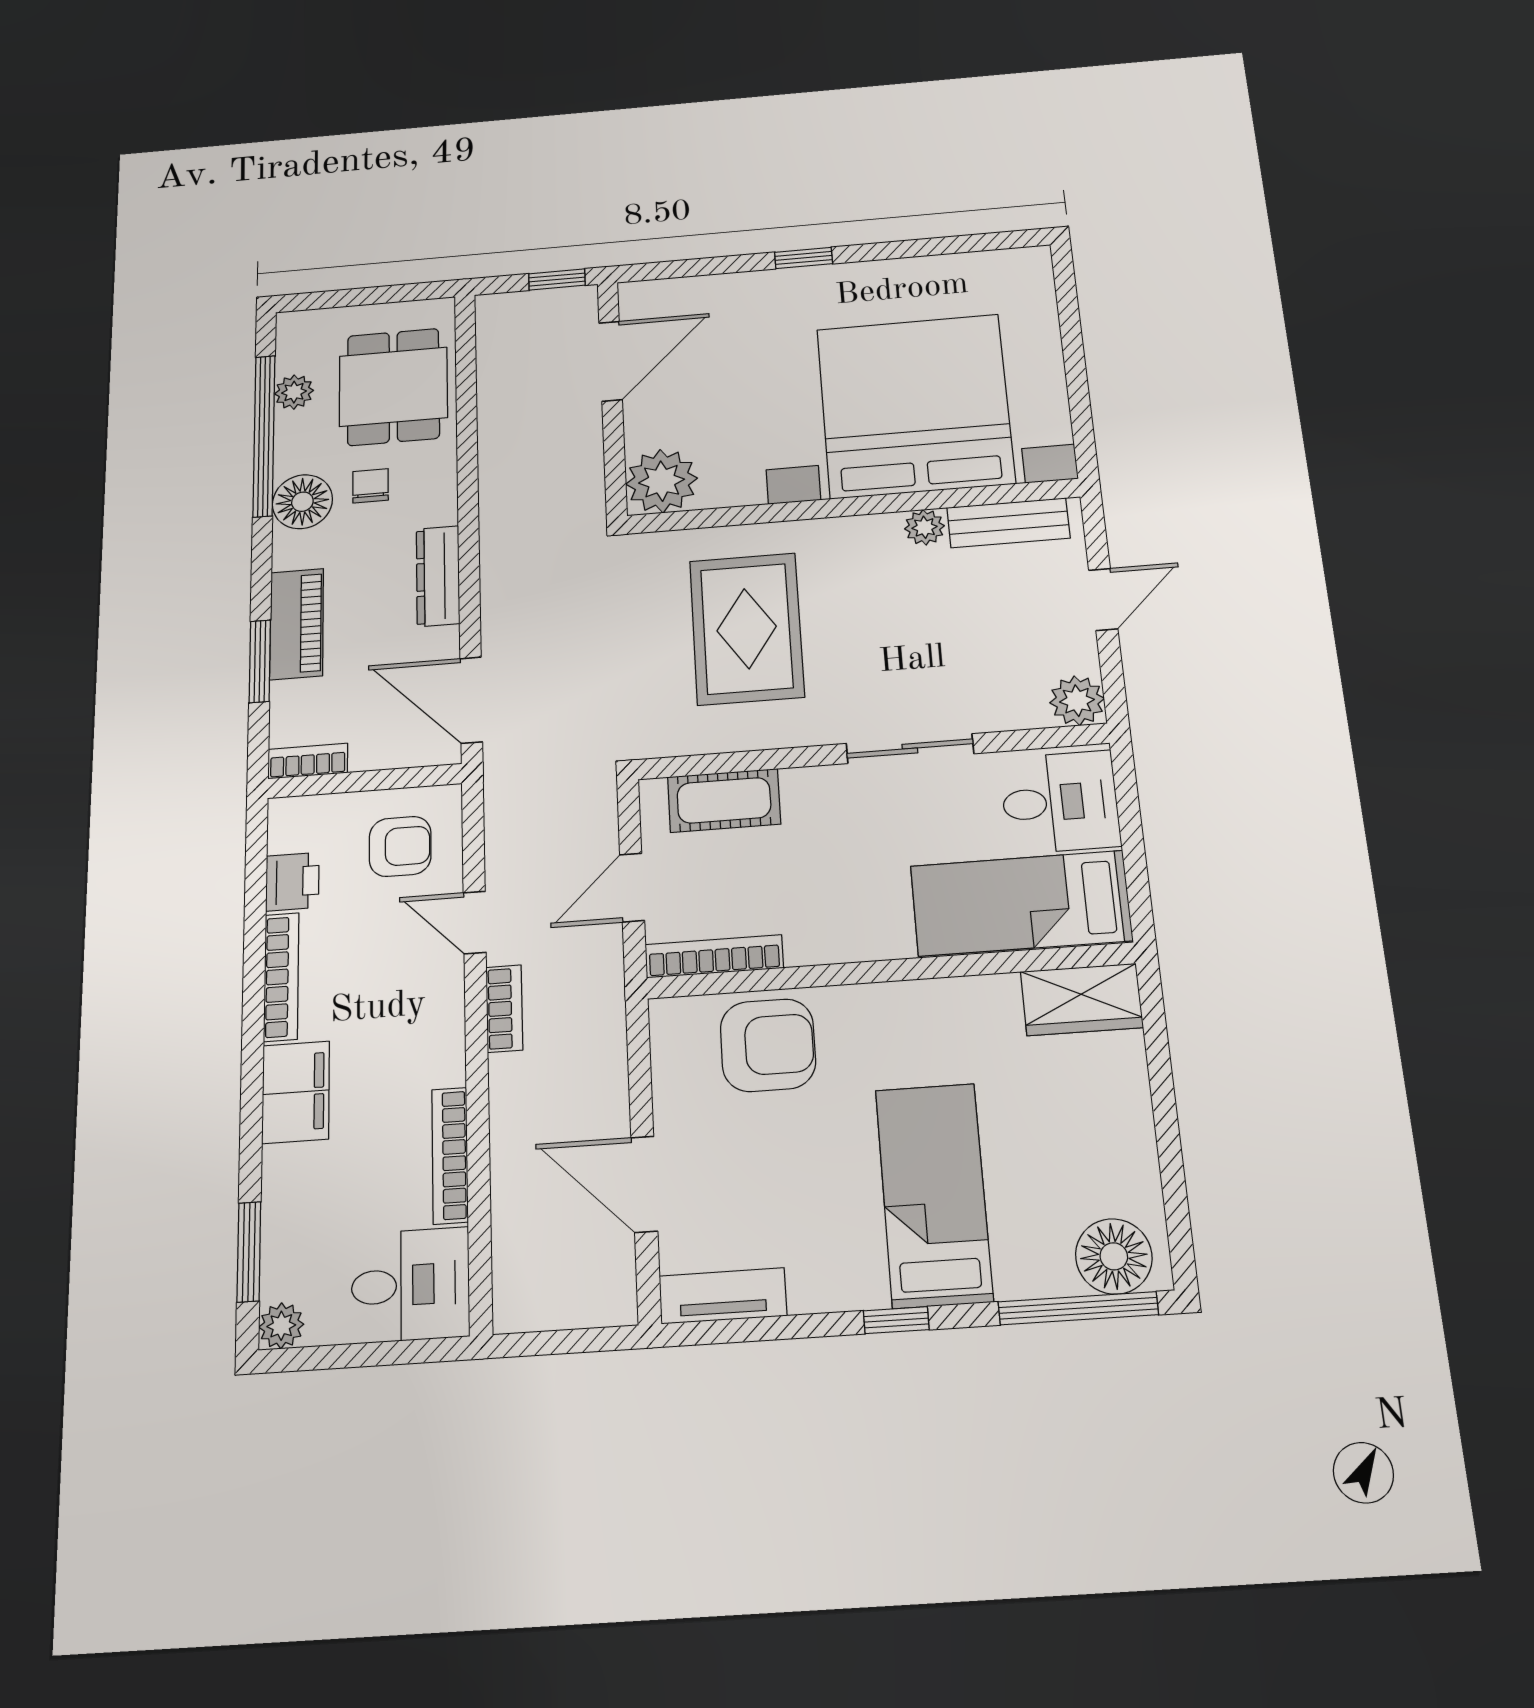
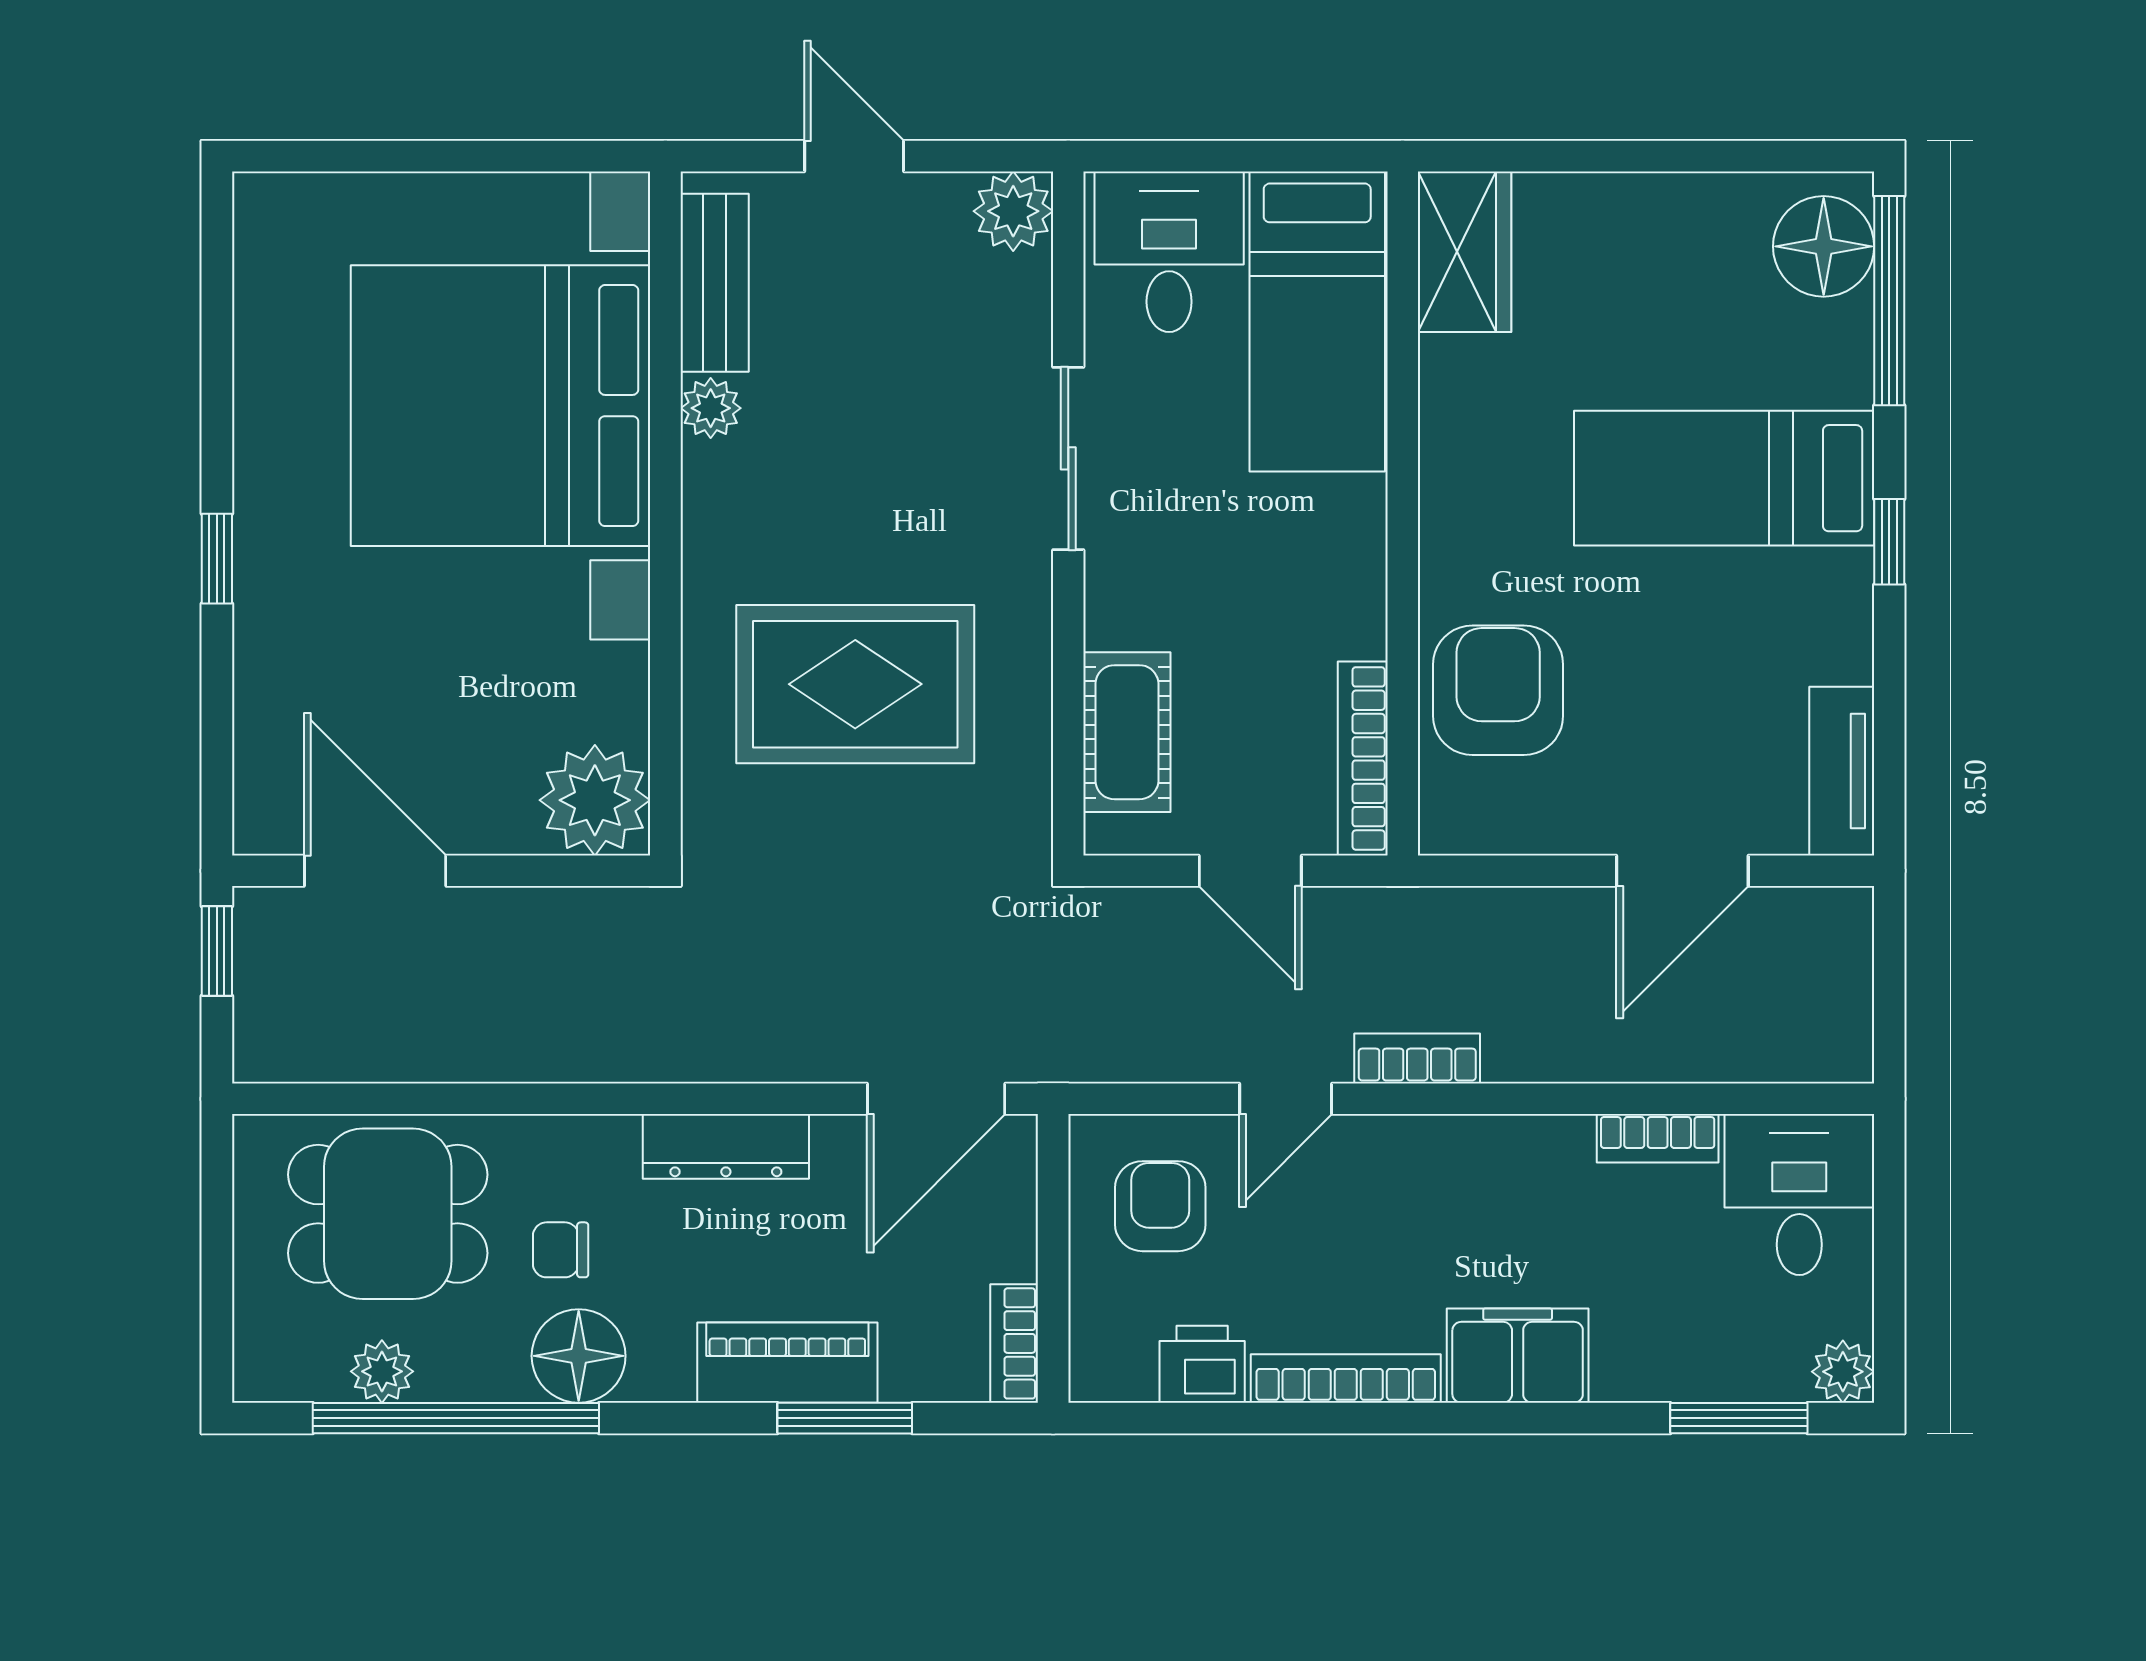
bookcase: (450, 1155) -> (1658, 1138), width x0.64

